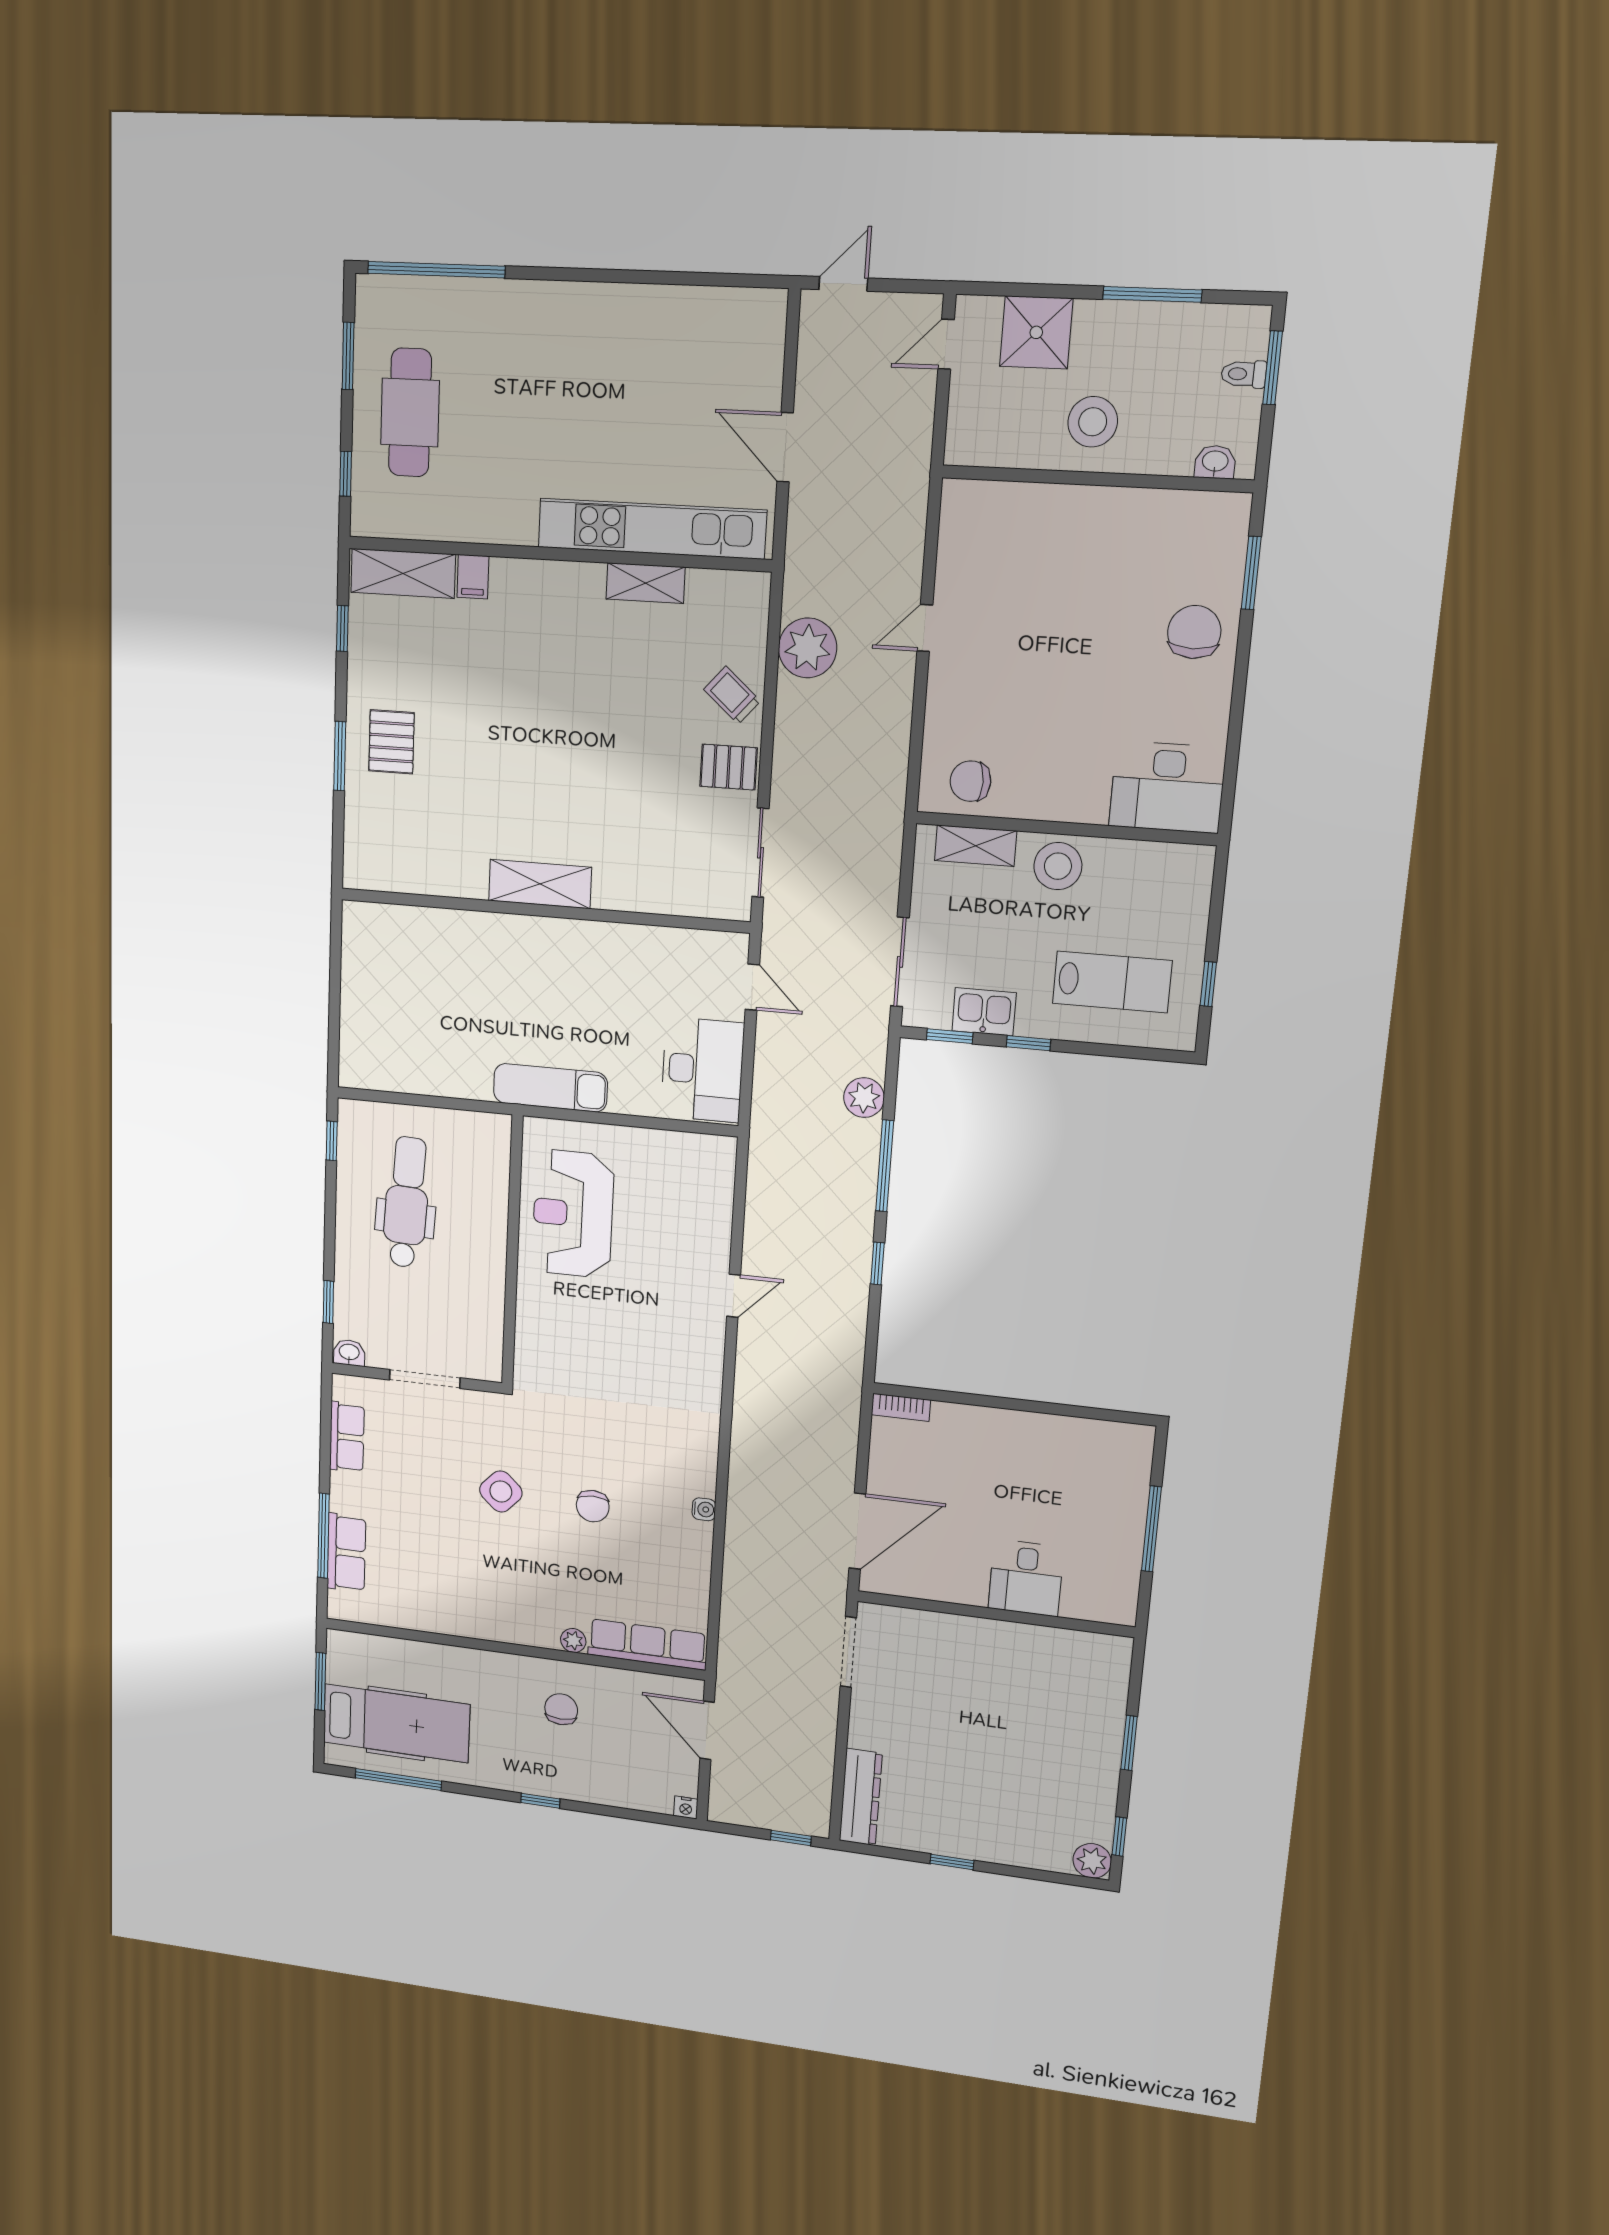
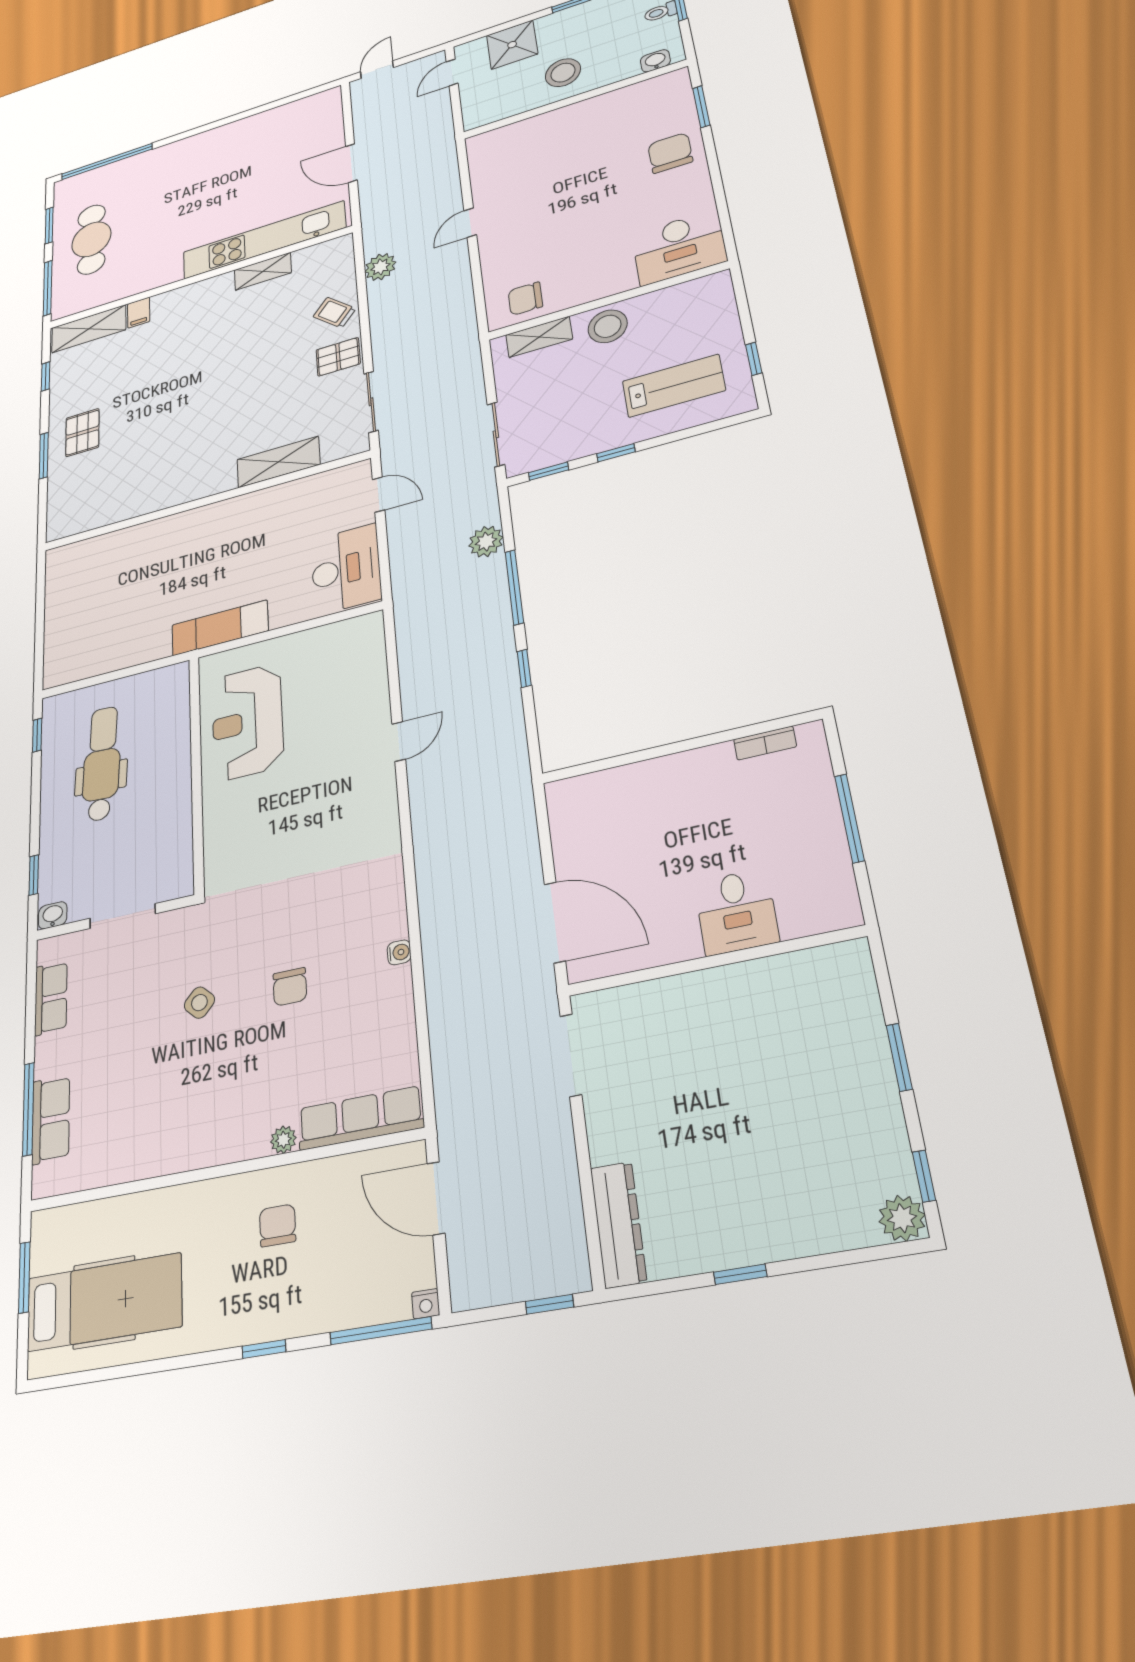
window: (346, 474) -> (48, 288), width x2.17
plant: (808, 648) -> (380, 267), width x0.73, depth x0.73
shelving: (540, 884) -> (278, 462), moved
kitchen sink: (984, 1012) -> (573, 444), removed
bookcase: (901, 1407) -> (765, 743), moved
side table: (501, 1491) -> (199, 1003), width x0.73, depth x0.73
door: (857, 1531) -> (555, 922), hinge flipped
window: (398, 1780) -> (381, 1331), moved

